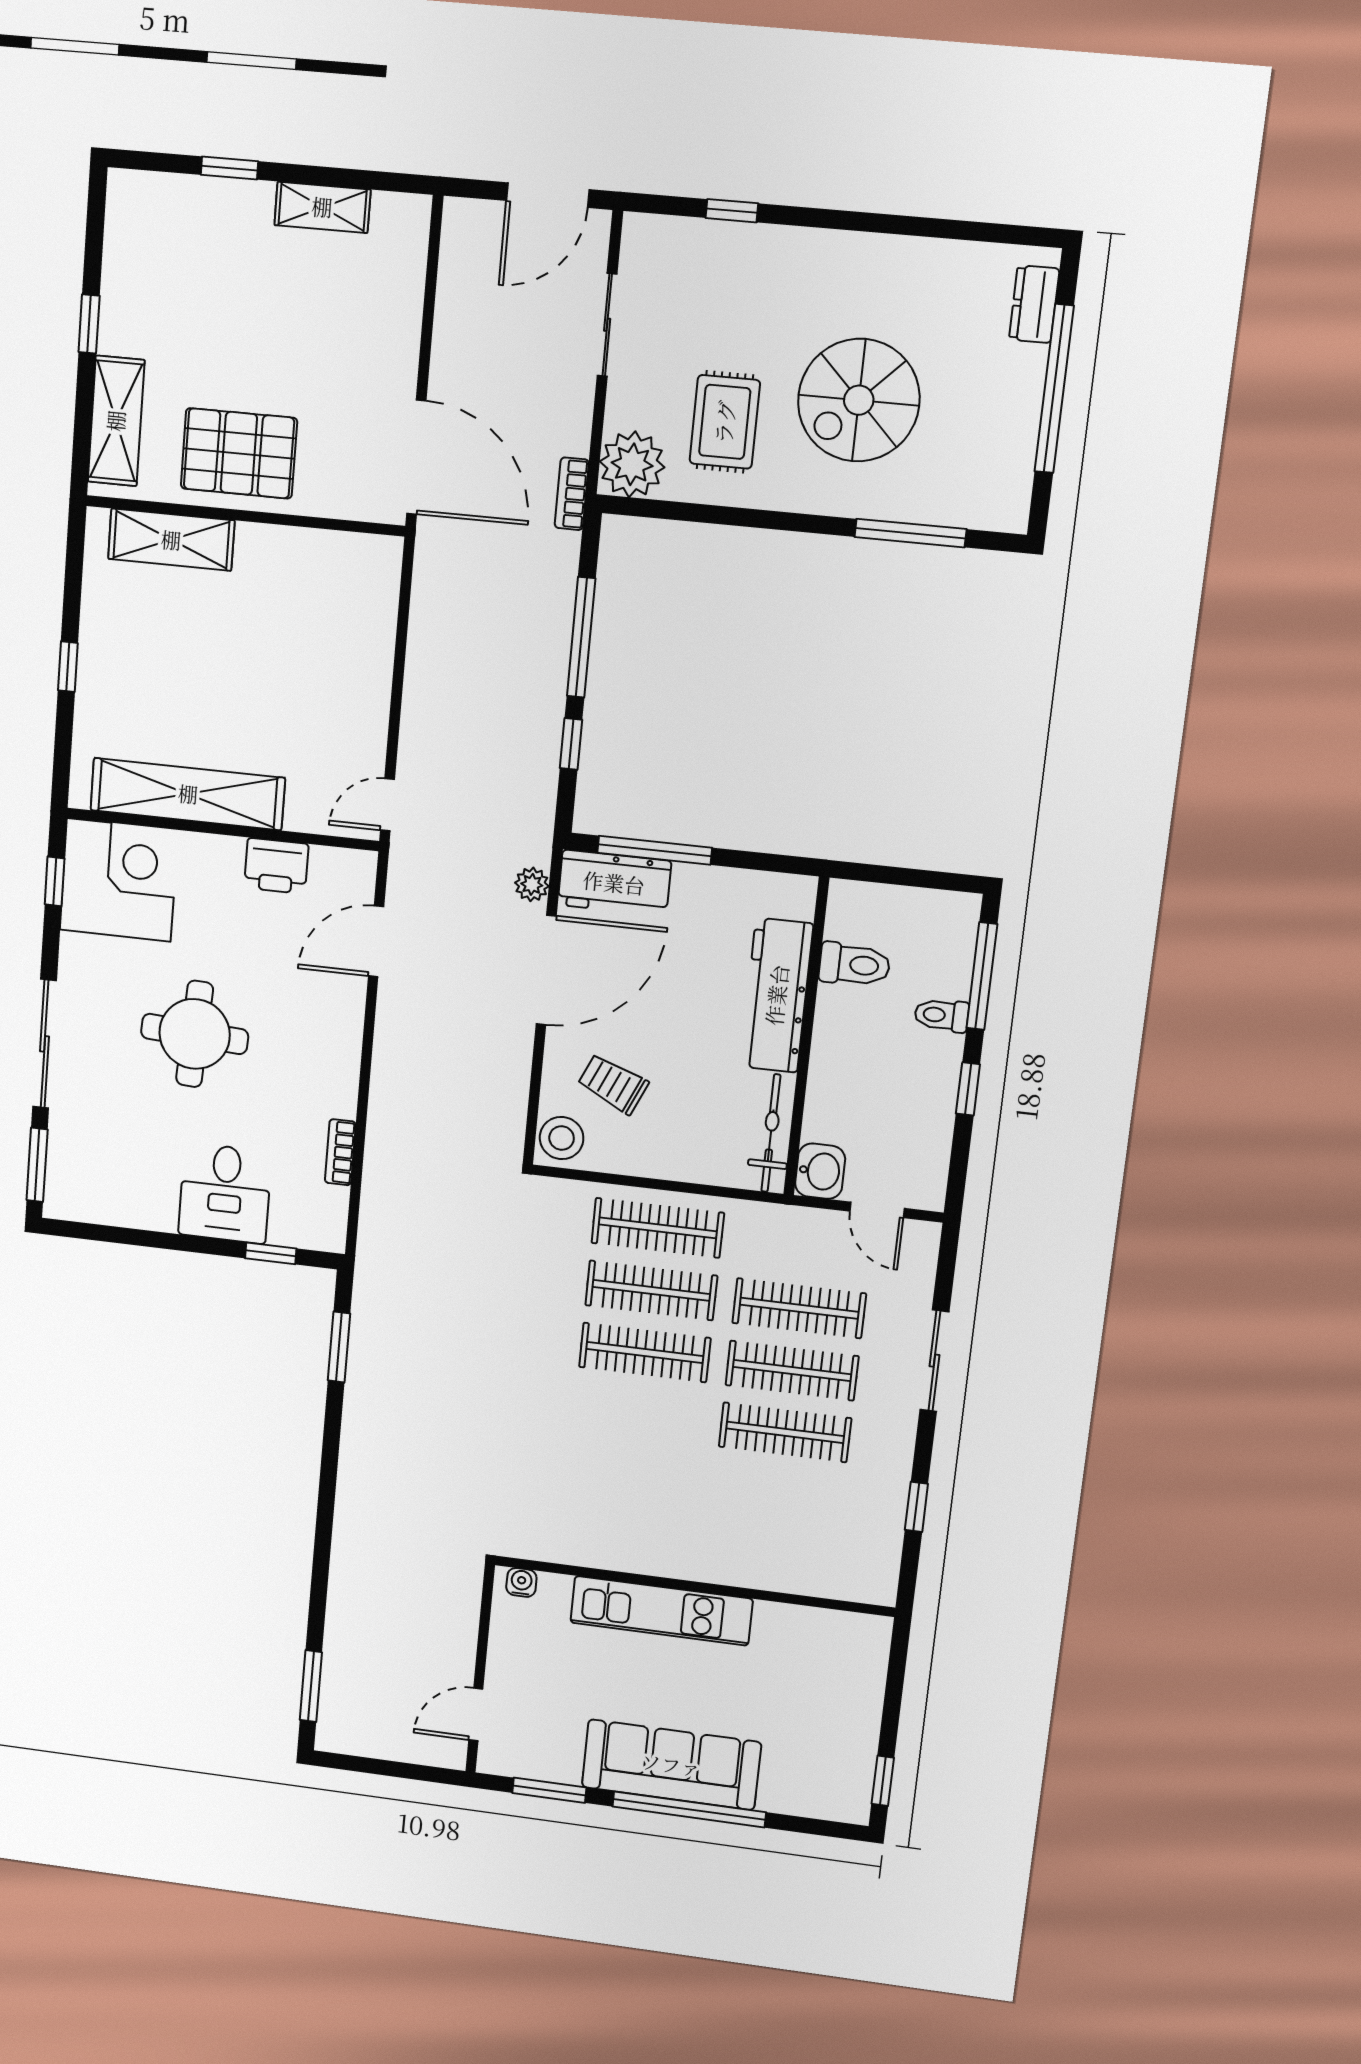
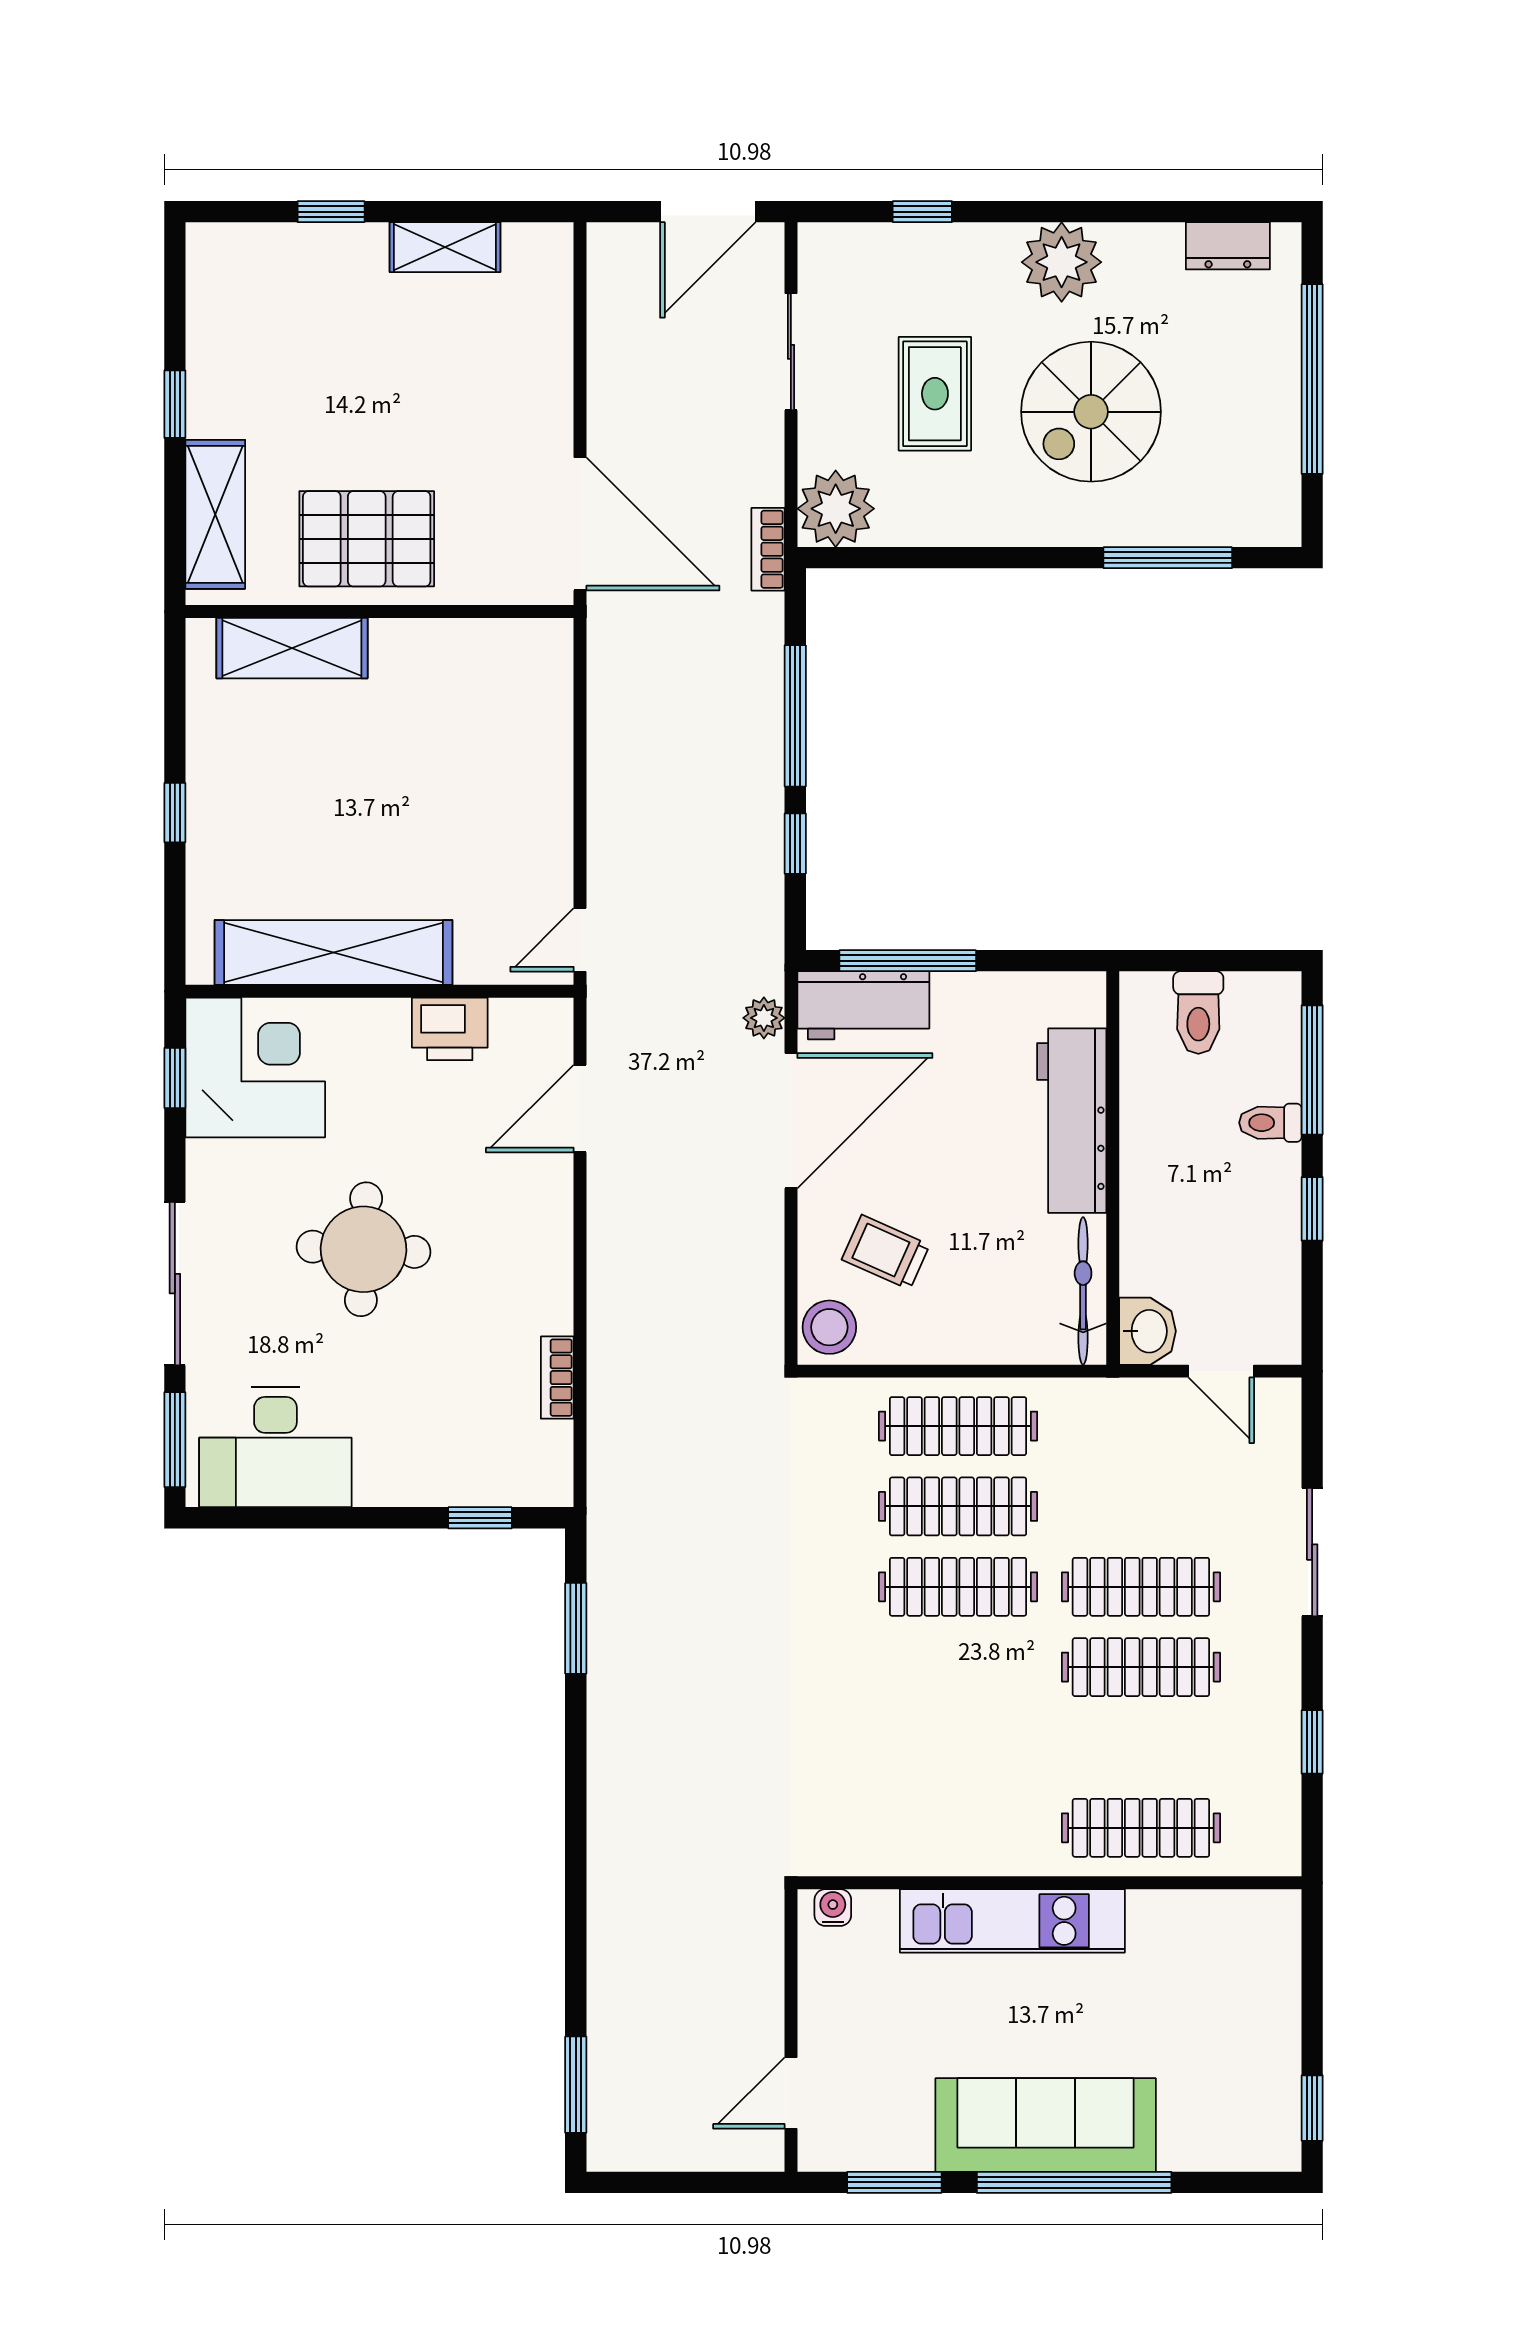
plant: (848, 266) -> (1062, 262), added
dresser: (1034, 304) -> (1228, 246), moved, turned -90
rug: (725, 422) -> (935, 394), moved
toilet: (855, 965) -> (1198, 1013), moved, turned 90
desk: (225, 1193) -> (275, 1447), moved, width x1.37
clothes rail: (799, 1308) -> (1141, 1828), moved

